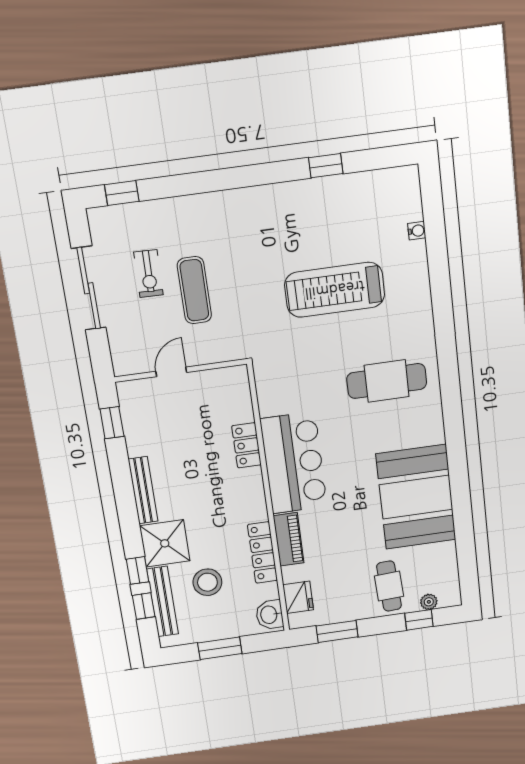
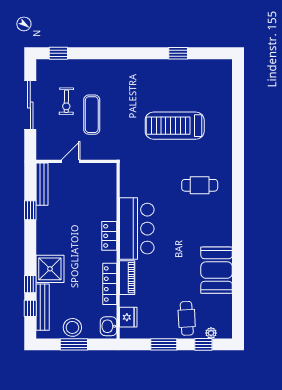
water cooler: (417, 231) -> (227, 97), removed
cafe table: (387, 381) -> (200, 185), width x0.73, depth x0.74
window: (112, 423) -> (30, 210), moved
locker: (246, 445) -> (109, 236), moved
bench: (143, 490) -> (42, 184), moved
booth: (416, 497) -> (217, 270), width x0.73, depth x0.70
stool: (207, 582) -> (72, 327), moved
window: (337, 631) -> (164, 344), moved

